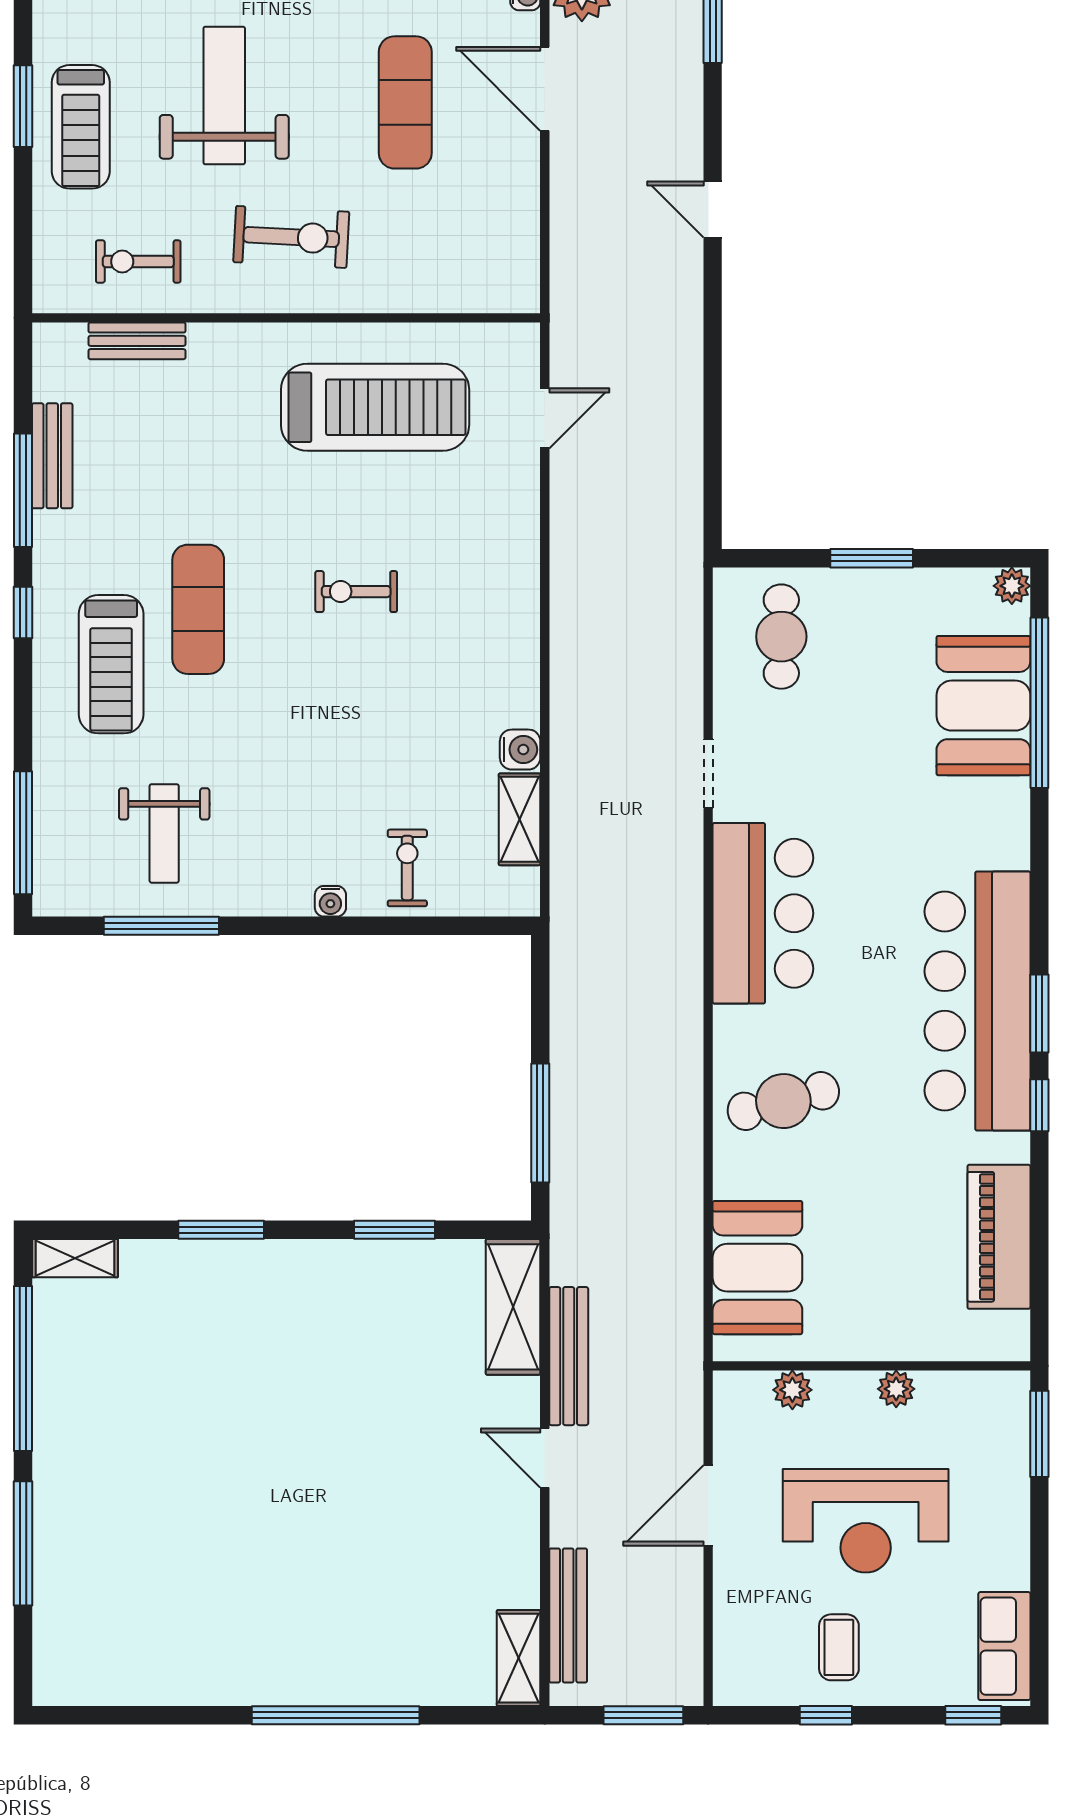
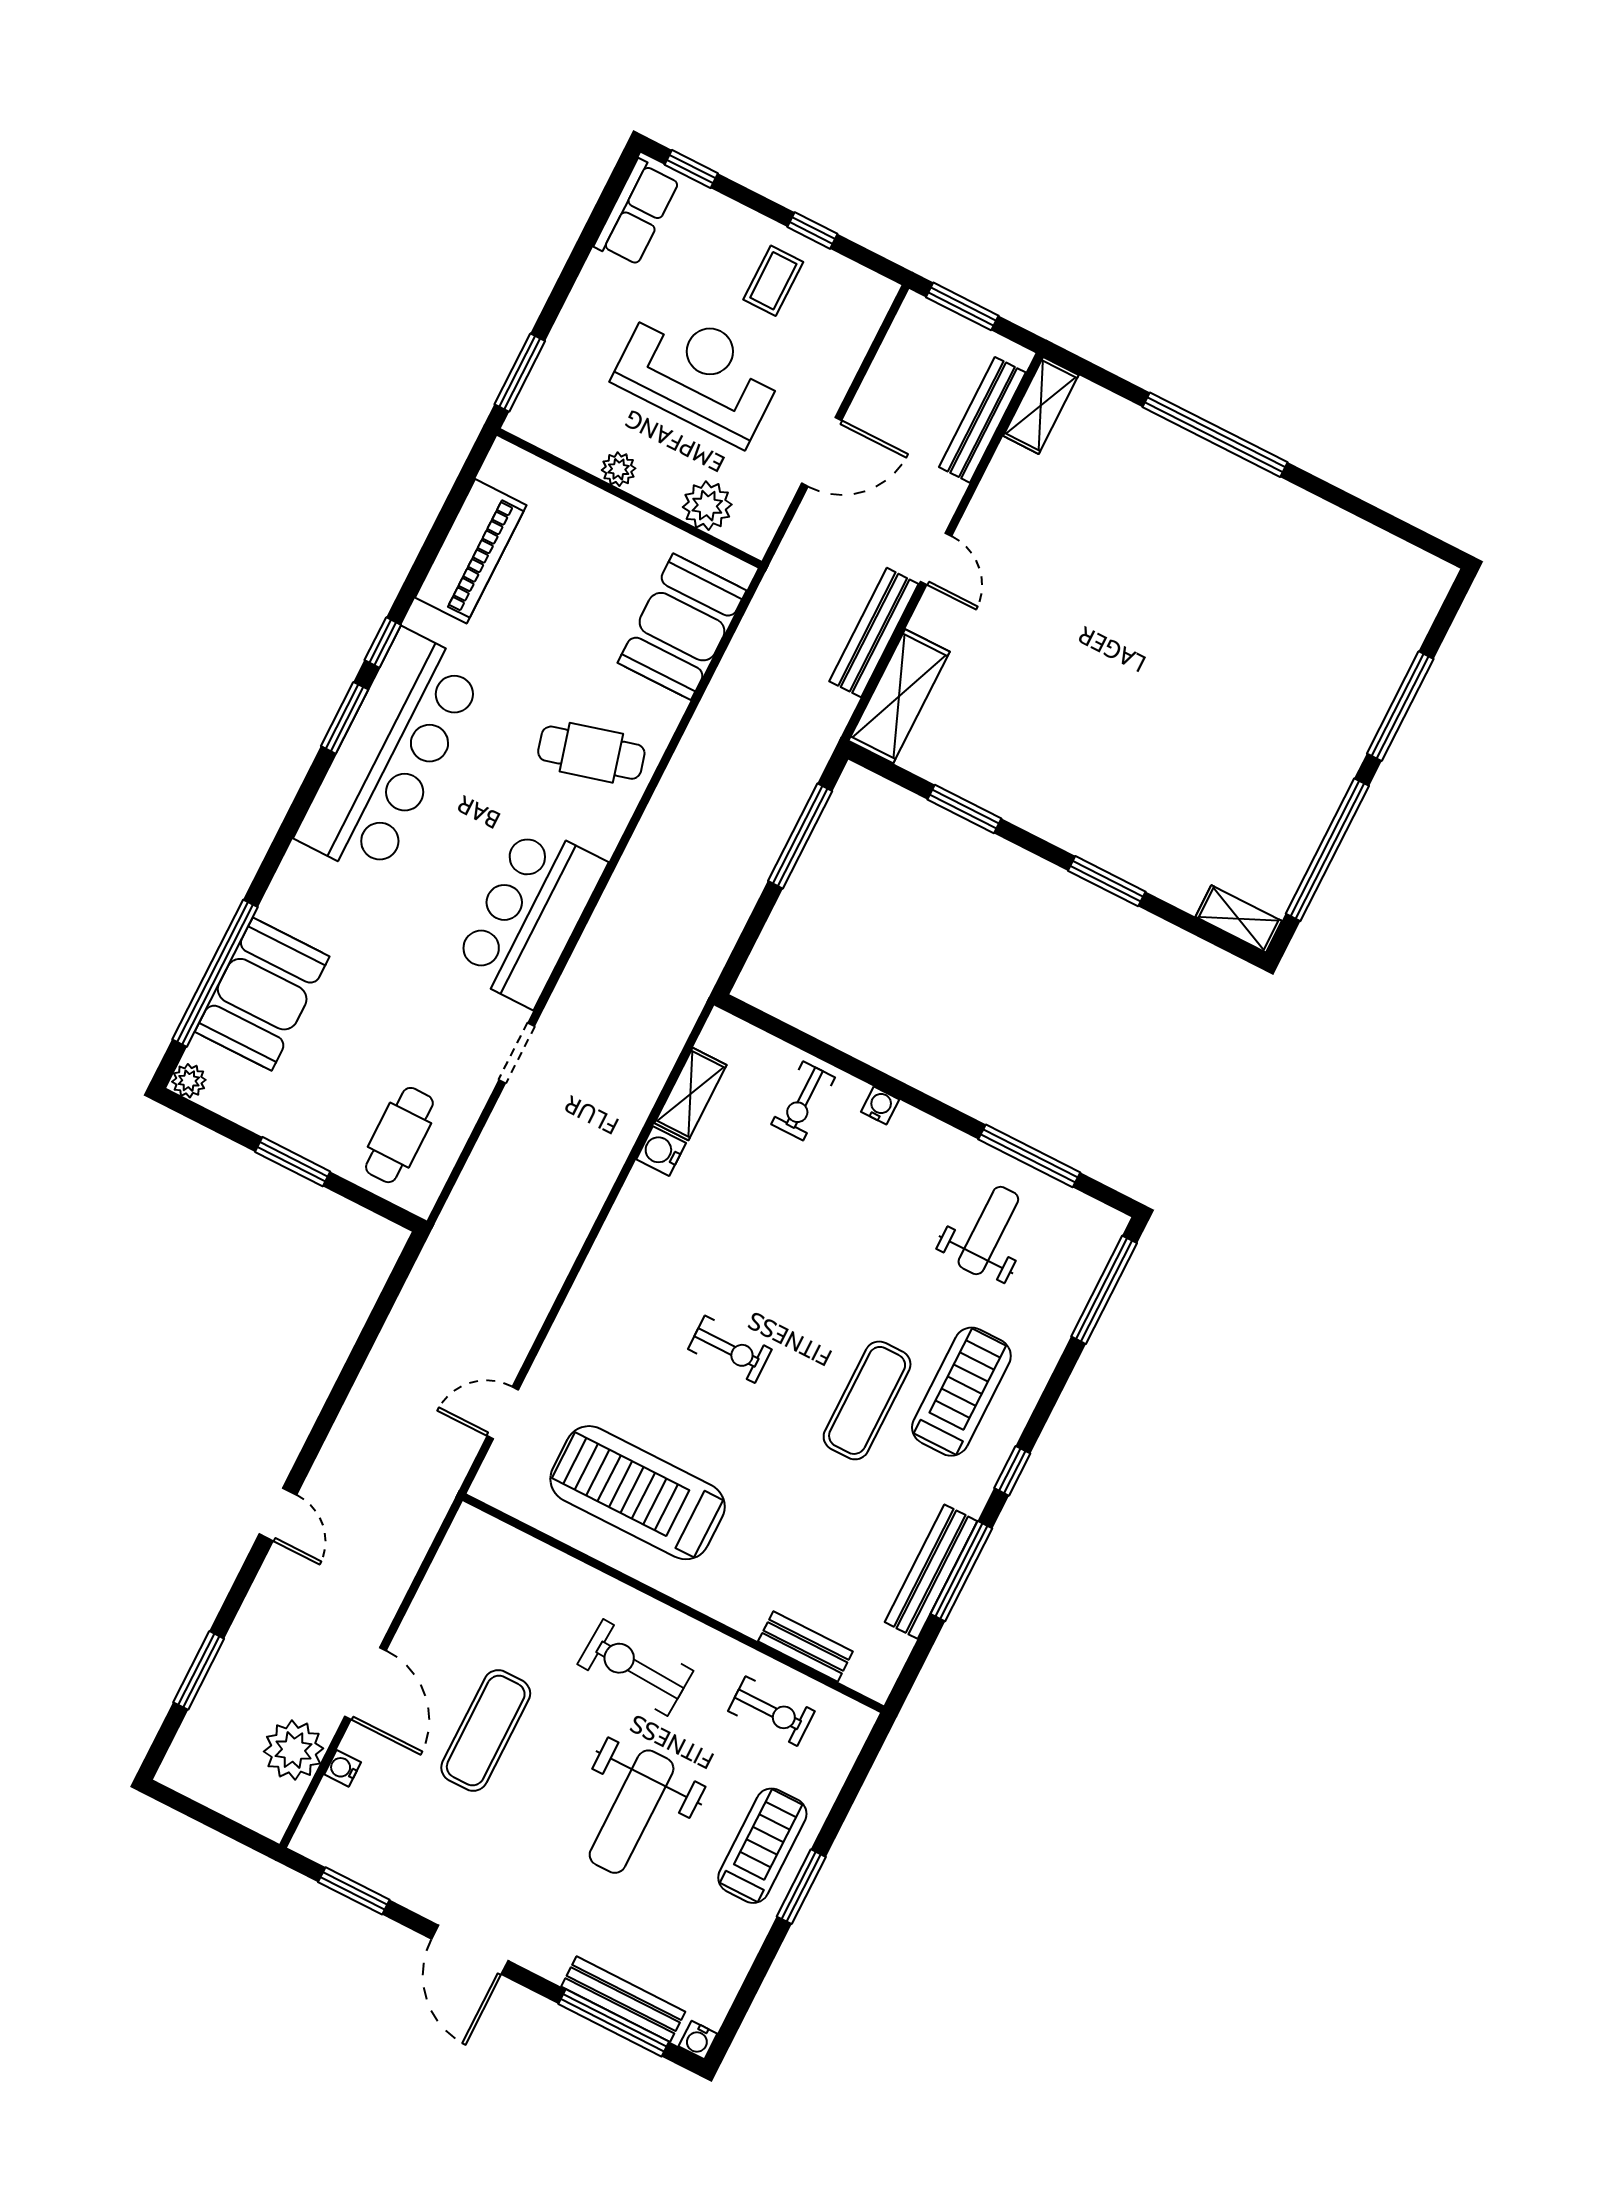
bench: (52, 456) -> (931, 1572), width x1.36
plant: (792, 1390) -> (707, 506), width x1.38, depth x1.38

